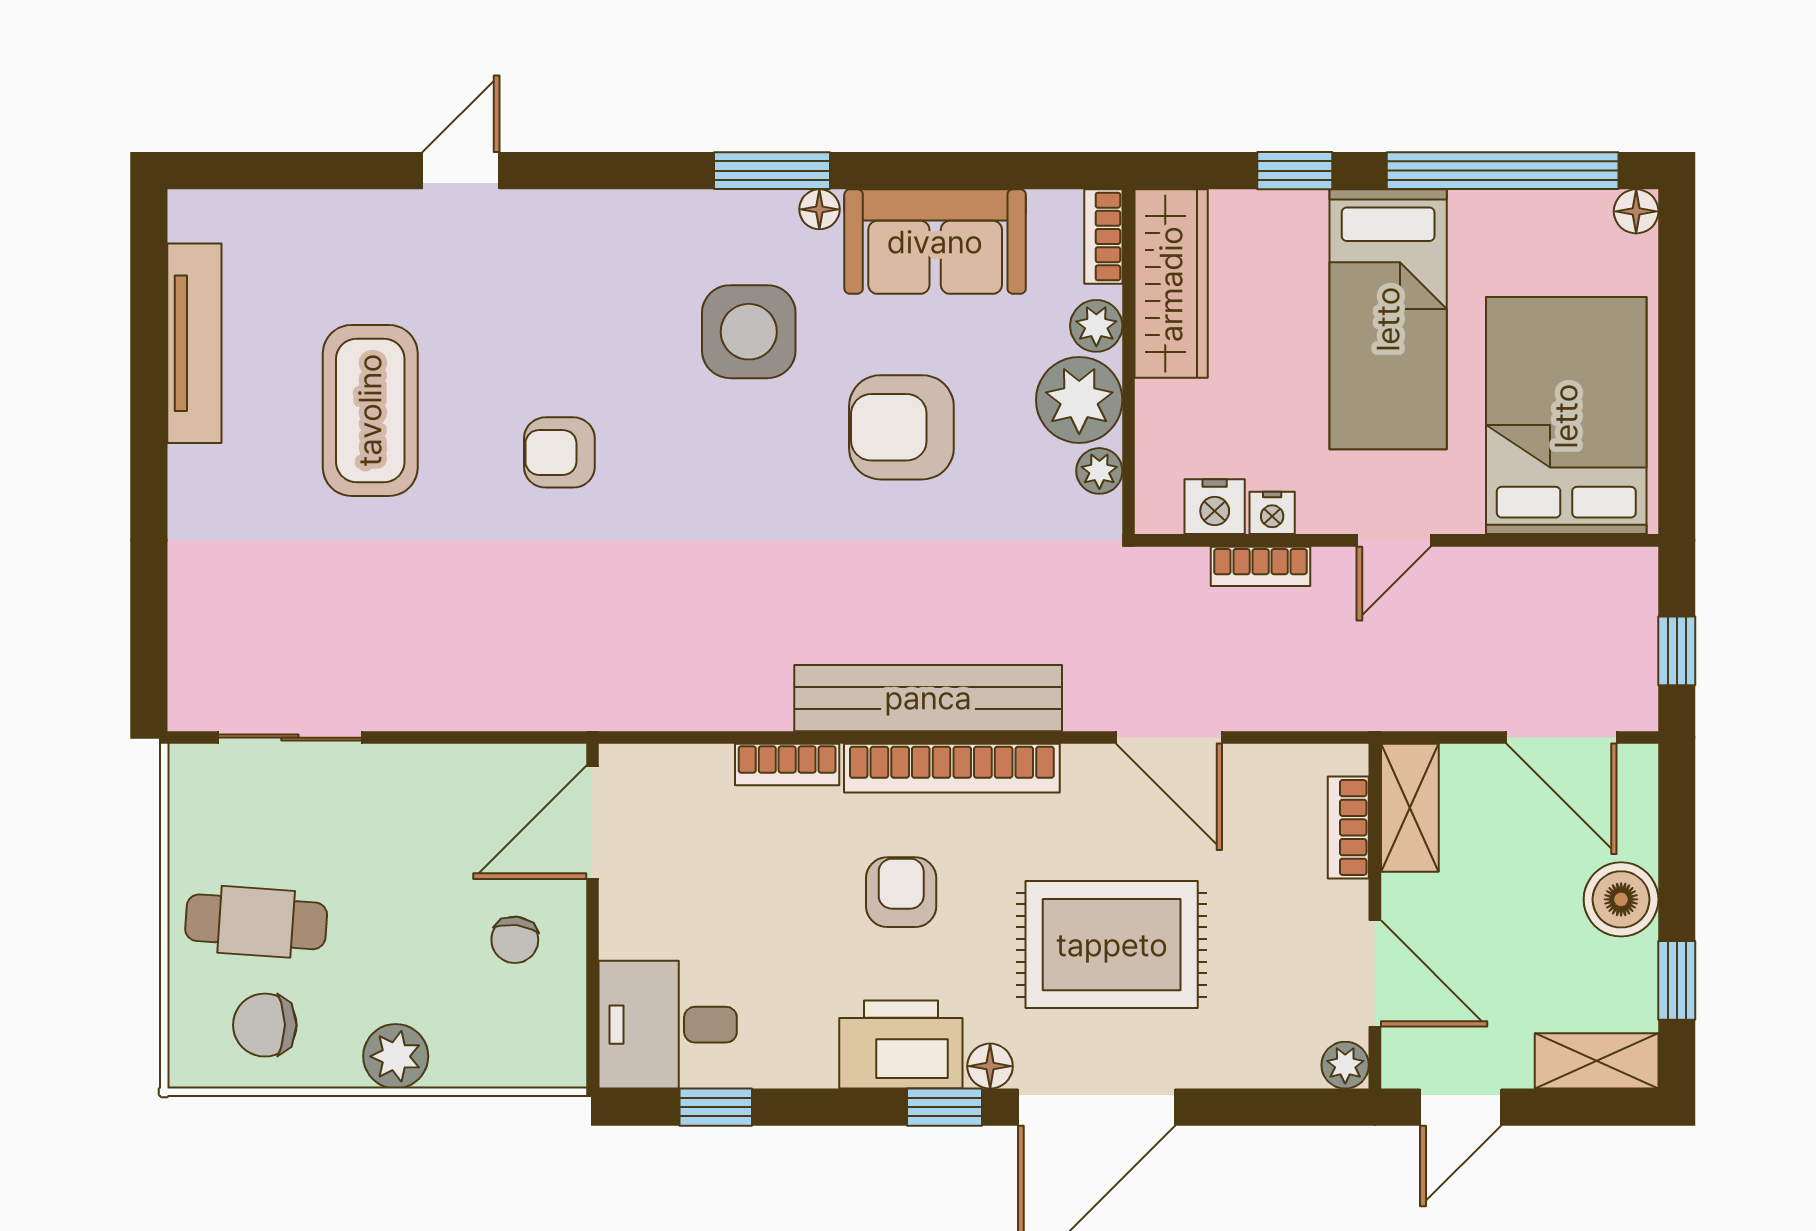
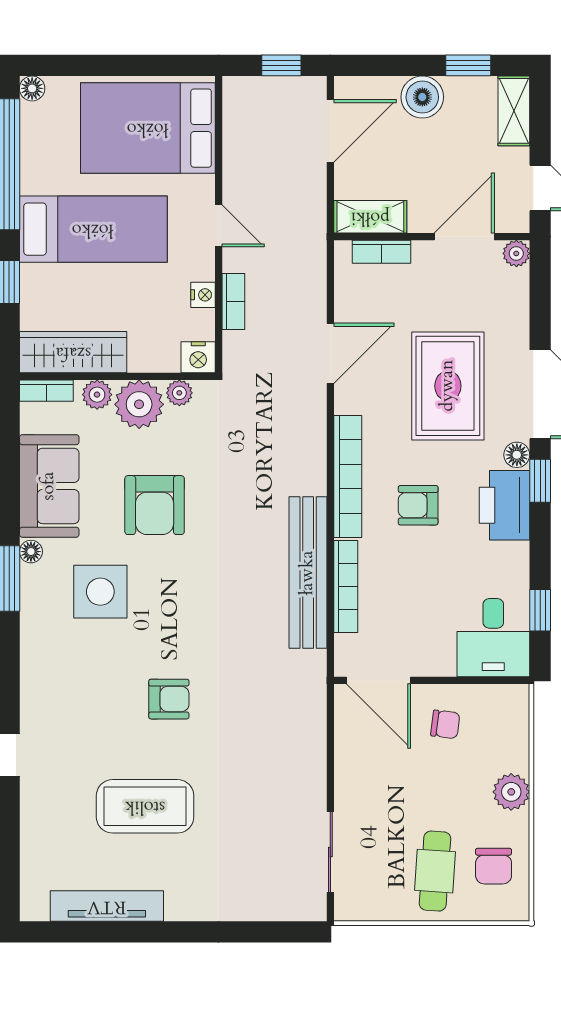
armchair: (559, 452) -> (169, 699), turned -90
nightstand: (1215, 507) -> (198, 357), moved, turned 90
bench: (928, 698) -> (308, 573), moved
bookcase: (787, 764) -> (346, 586), width x1.56

